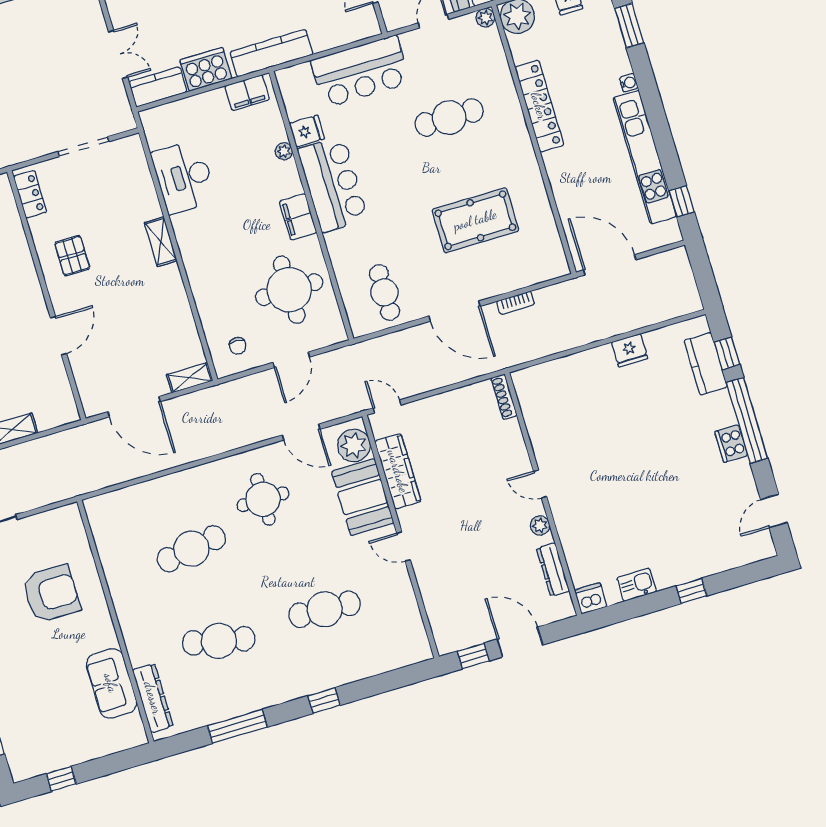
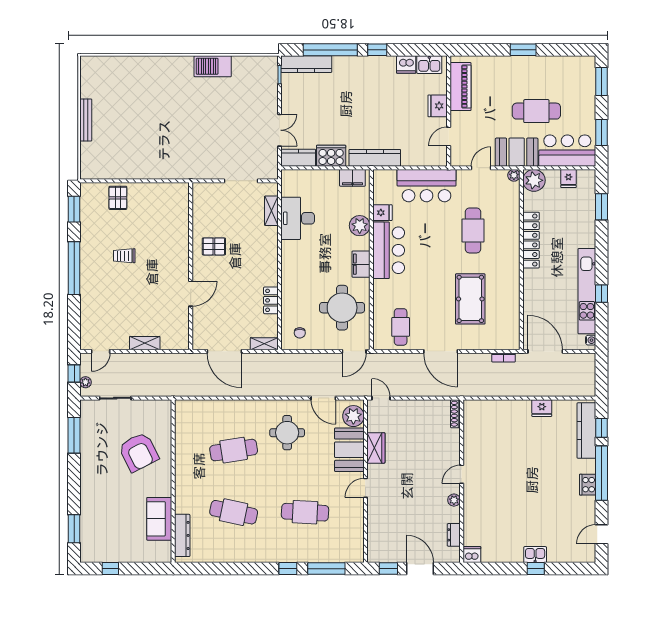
water cooler: (629, 83) -> (591, 340), moved
cafe table: (449, 118) -> (473, 230), turned 90
plant: (284, 151) -> (360, 226), width x1.87, depth x1.87
locker: (30, 194) -> (271, 300), moved, turned 180
window: (682, 201) -> (602, 294), moved
pool table: (475, 220) -> (470, 299), turned 90
shelving: (161, 242) -> (271, 211), moved
pallet: (72, 256) -> (214, 246), turned 90
bookcase: (516, 303) -> (504, 358), moved
door: (291, 360) -> (354, 351), moved
kitchen counter: (706, 364) -> (586, 431), width x1.50
wardrobe: (398, 471) -> (376, 448), width x0.67
door: (540, 484) -> (462, 474), hinge flipped
door: (404, 547) -> (365, 488), hinge flipped
dresser: (553, 570) -> (454, 535), width x0.70
kitchen sink: (637, 585) -> (535, 555), moved
armchair: (51, 594) -> (139, 452), turned 63
window: (237, 726) -> (326, 569), moved

